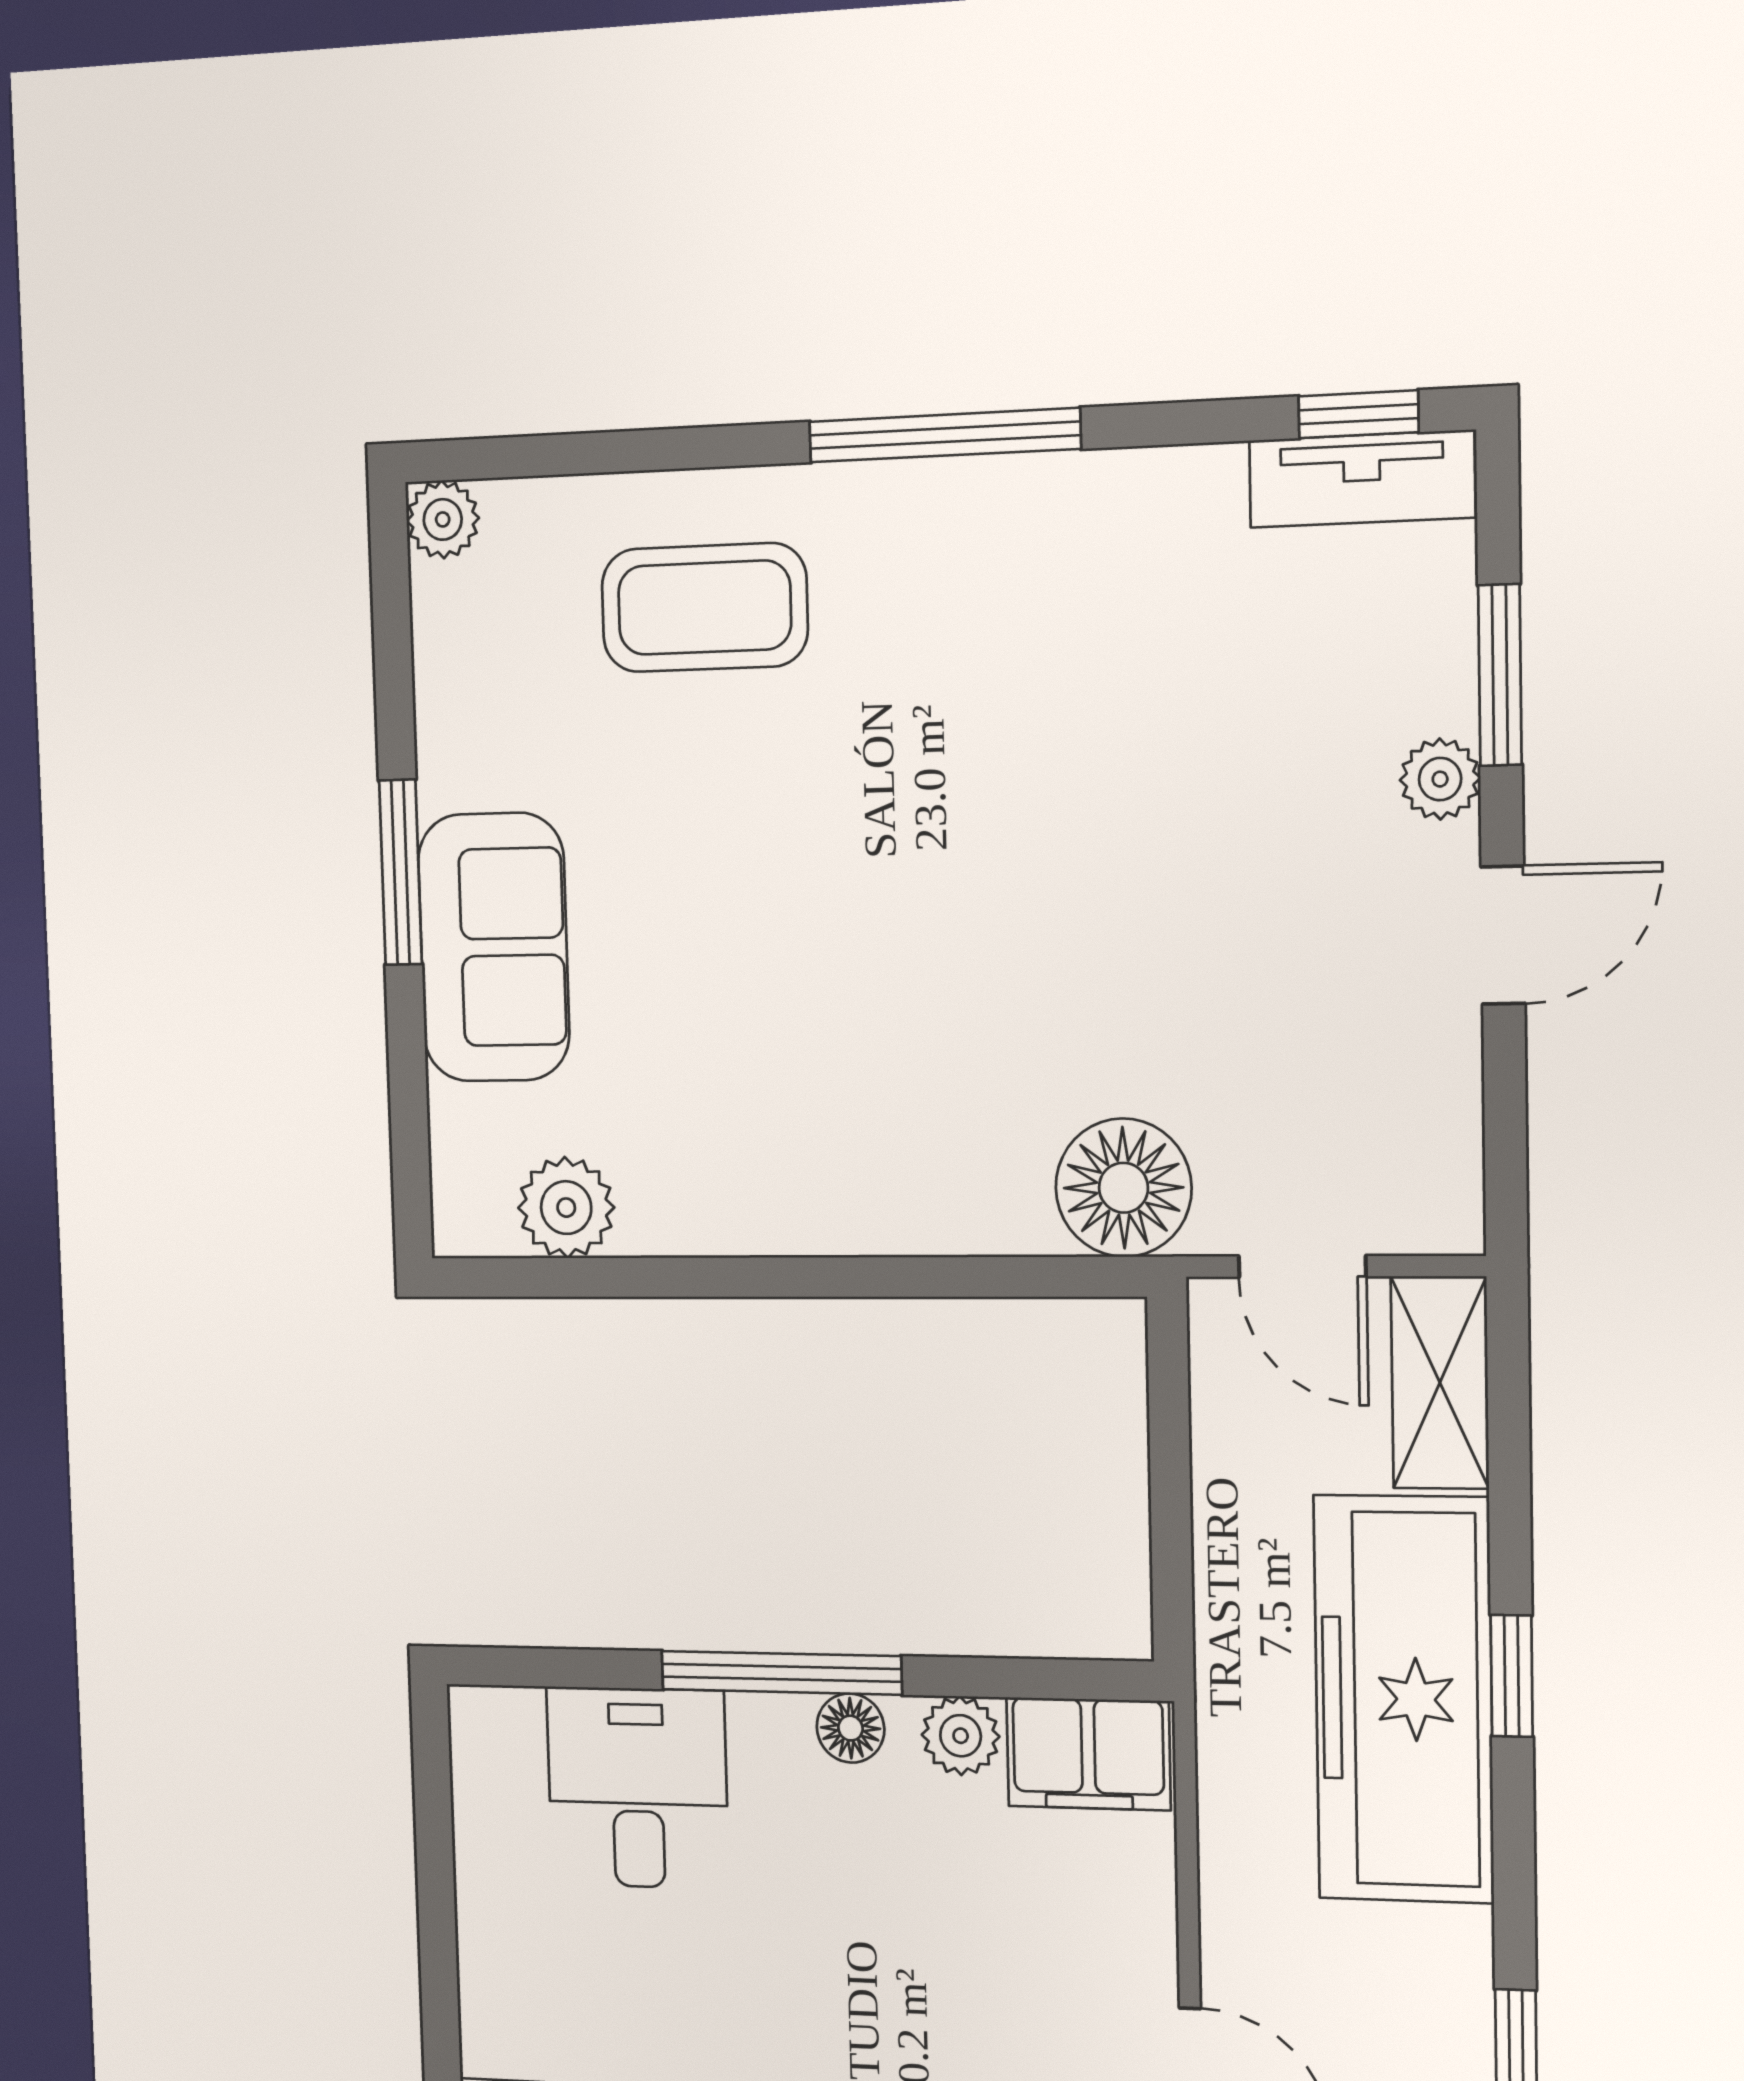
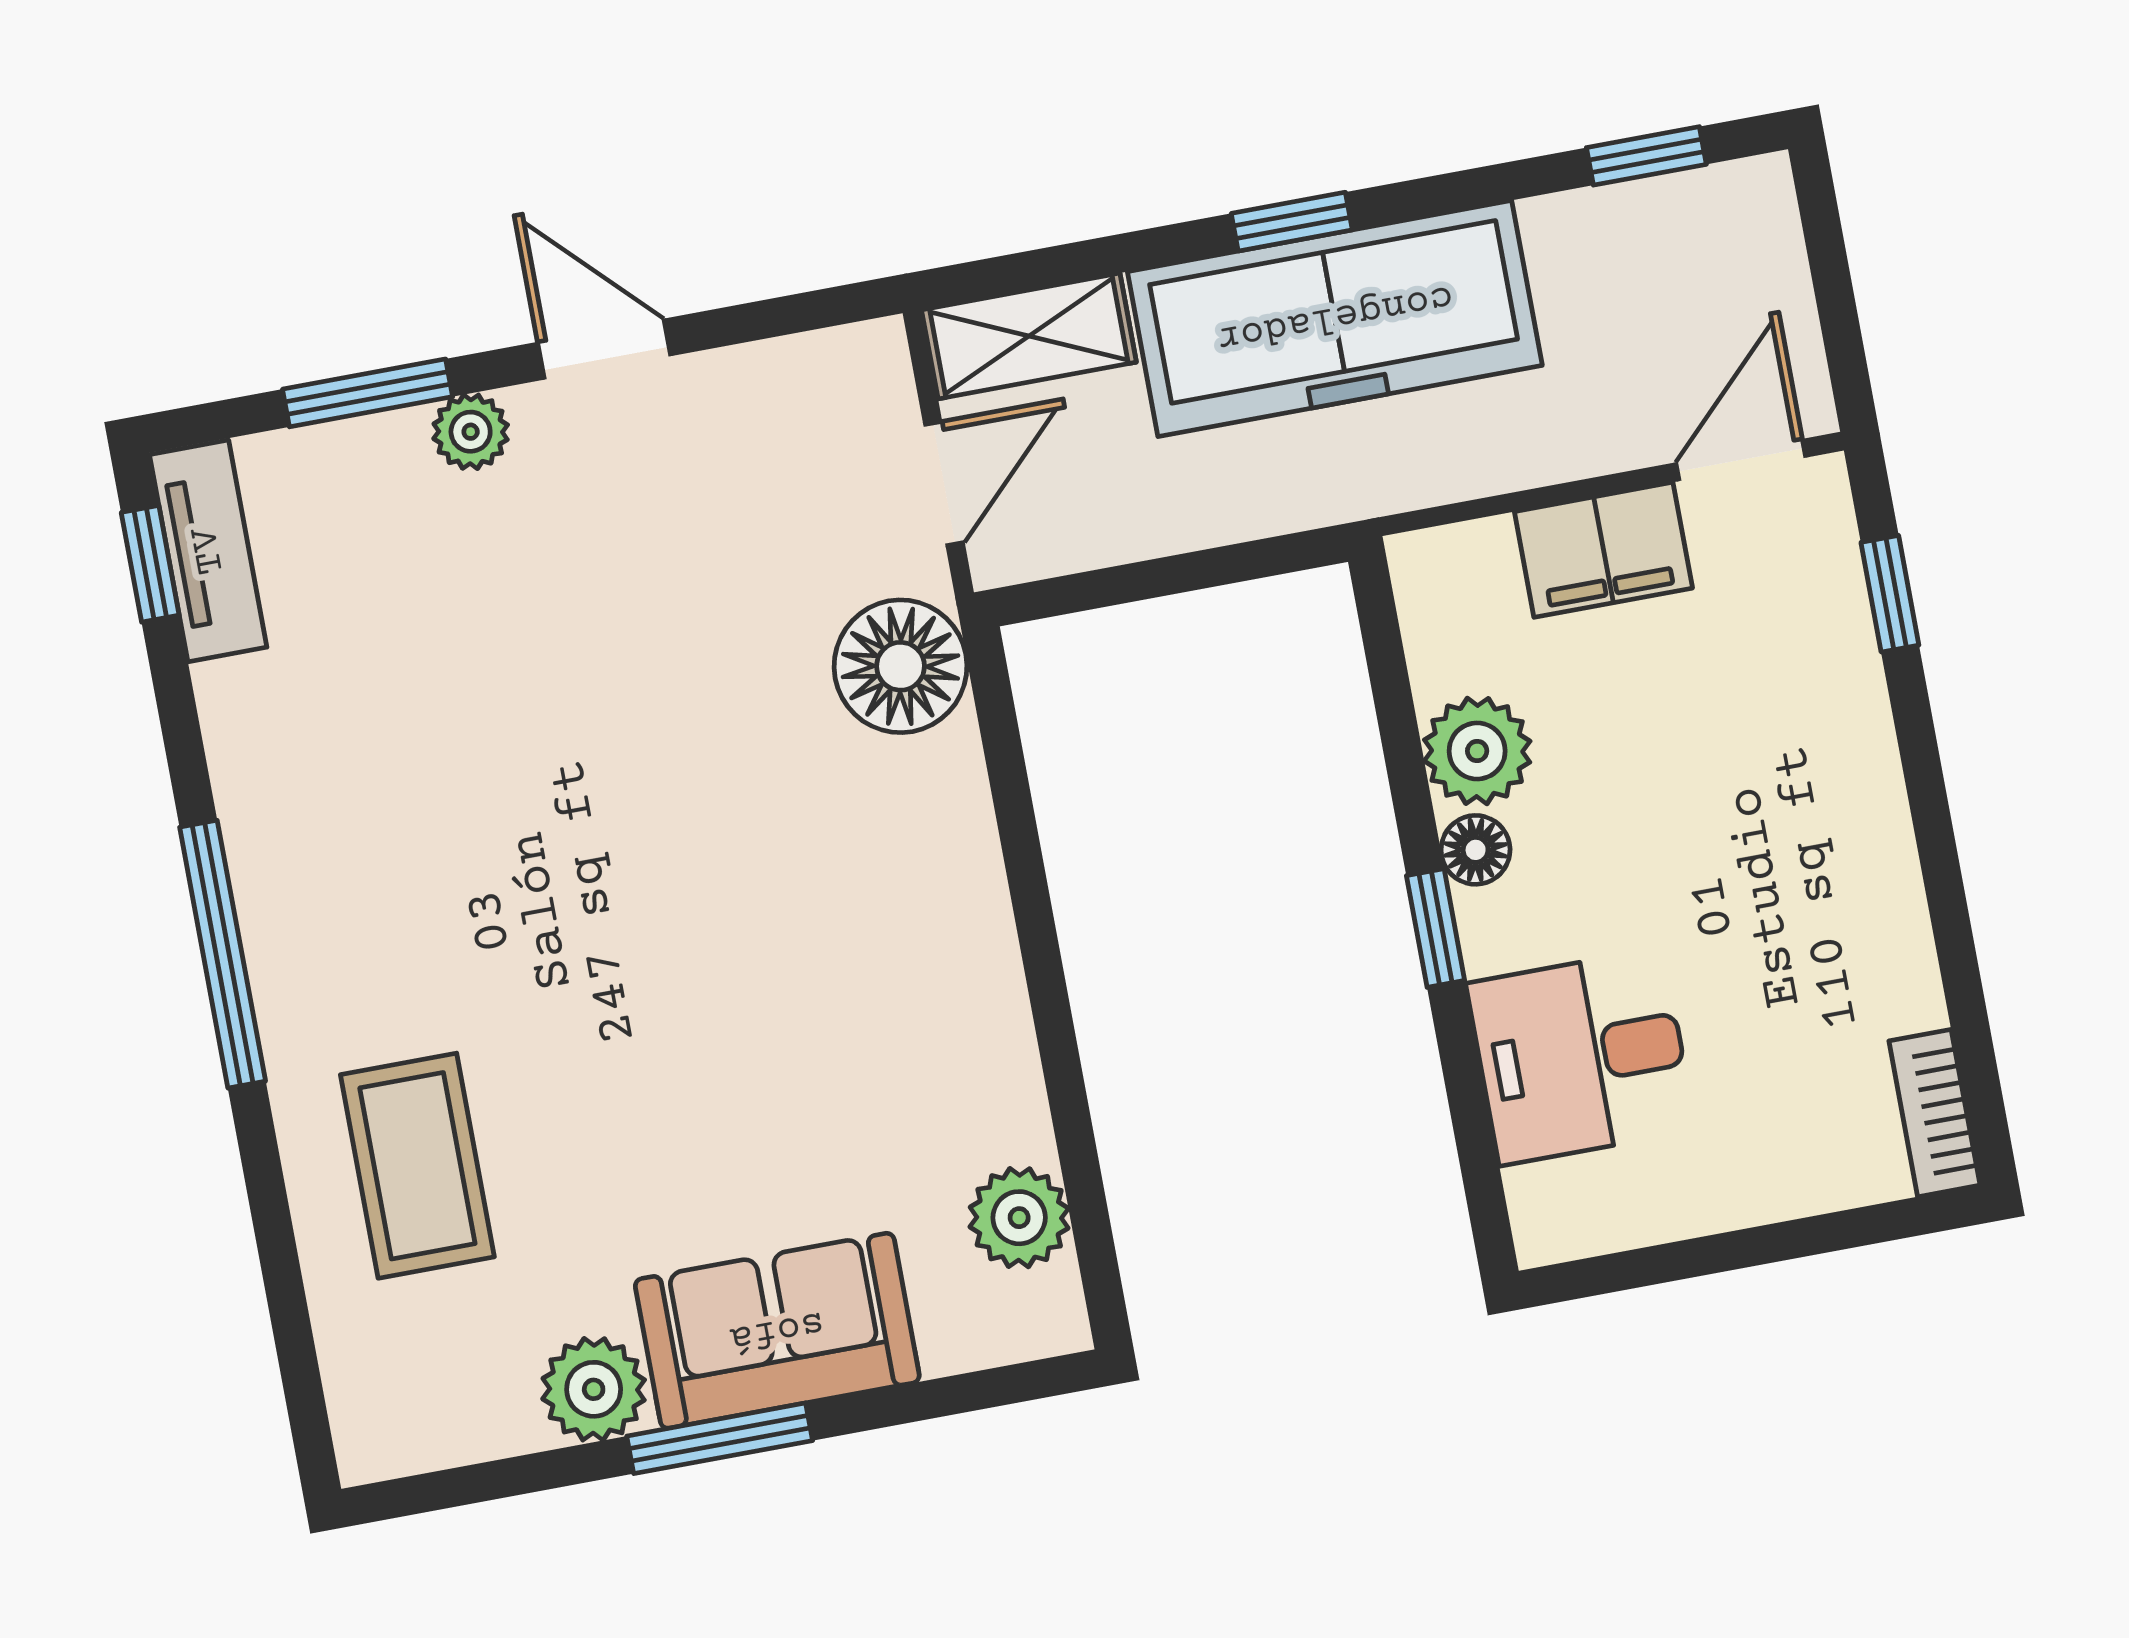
plant: (443, 519) -> (594, 1389), moved, width x1.38, depth x1.38
window: (781, 1673) -> (1436, 928), width x0.46
plant: (961, 1736) -> (1477, 751), width x1.38, depth x1.38
filing cabinet: (1088, 1754) -> (1603, 550), moved, turned 90

